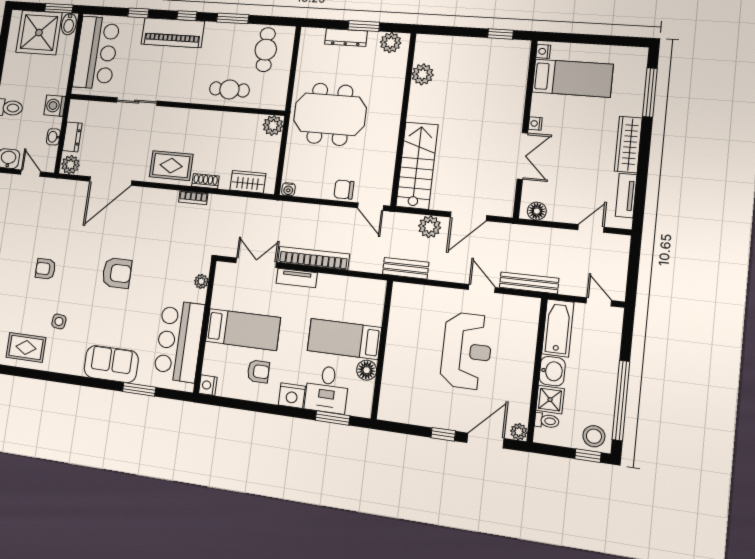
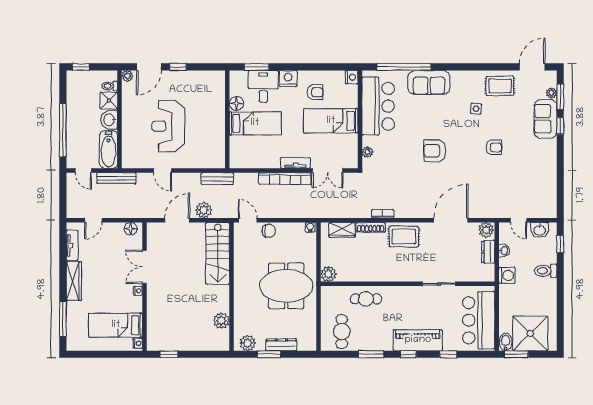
shoe rack: (205, 181) -> (371, 227), width x1.43
bench: (529, 283) -> (116, 178), moved
armchair: (258, 371) -> (315, 92), turned 180
window: (139, 389) -> (404, 67), width x2.11
window: (621, 400) -> (63, 130), moved
stool: (594, 436) -> (78, 80), removed

